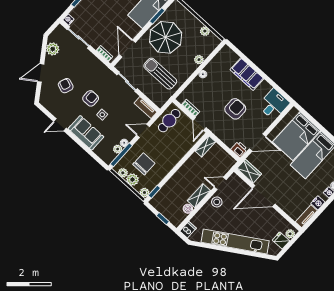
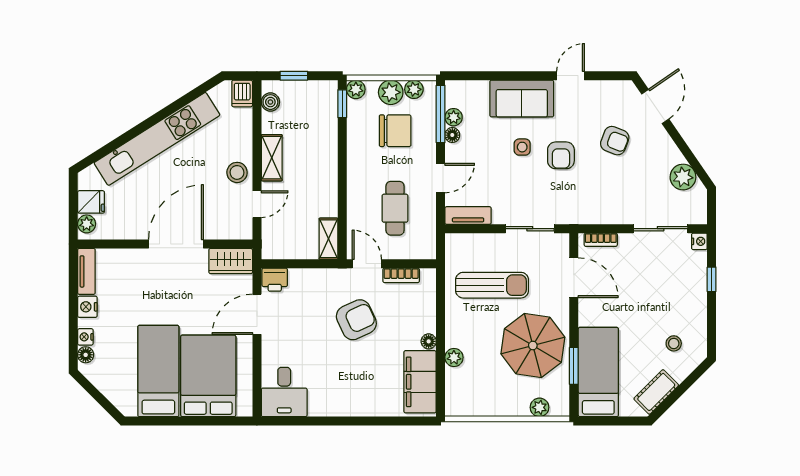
plant: (205, 31) -> (539, 407), moved
door: (41, 73) -> (655, 107), moved
filing cabinet: (247, 74) -> (420, 382), moved, turned -90
armchair: (235, 109) -> (356, 320), moved, turned -115
cafe table: (169, 121) -> (395, 208), moved
chair: (144, 164) -> (395, 131), turned -90
boiler: (188, 209) -> (270, 102), moved

